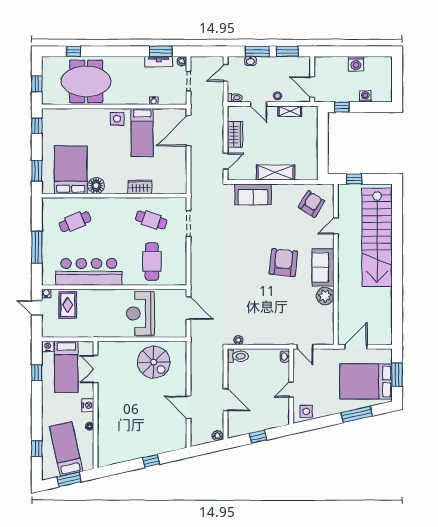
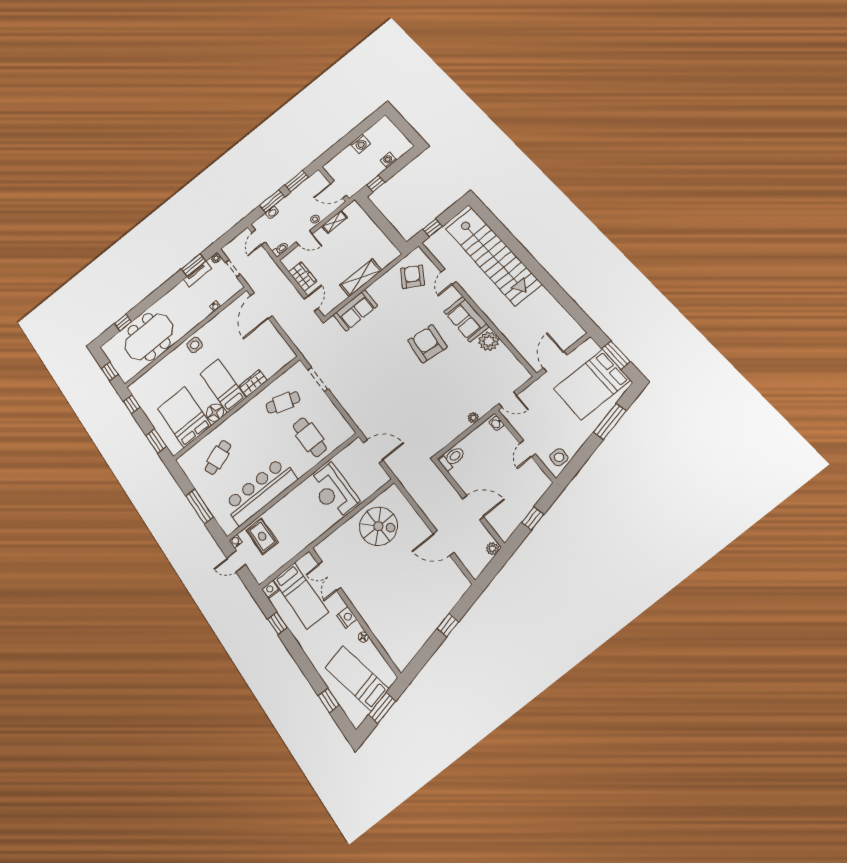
bed: (142, 132) -> (223, 386), moved, turned 180
plant: (238, 340) -> (473, 418), moved

